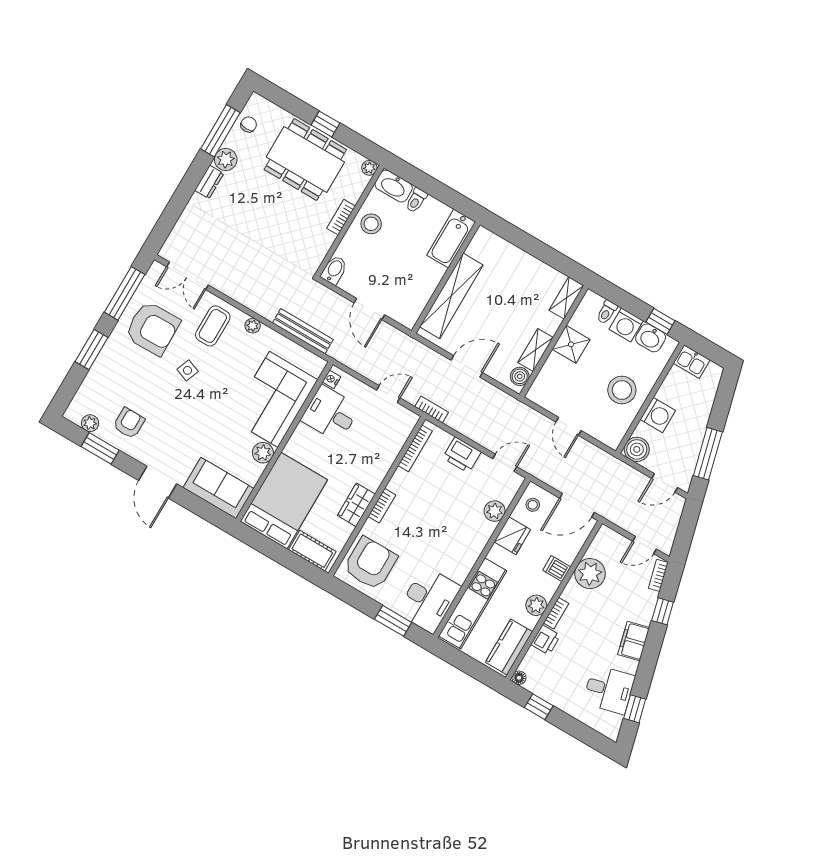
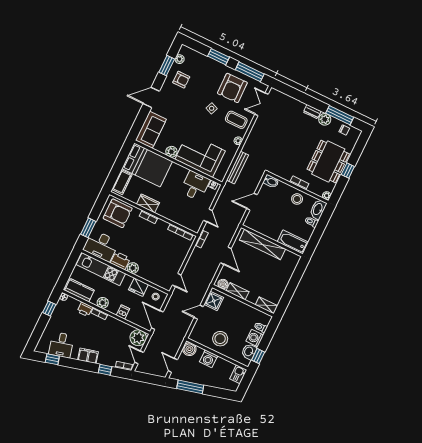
shower: (571, 344) -> (214, 301), moved
printer: (462, 455) -> (120, 261), moved, turned 90
plant: (495, 511) -> (133, 268), moved
plant: (590, 574) -> (138, 338), moved

